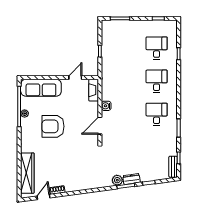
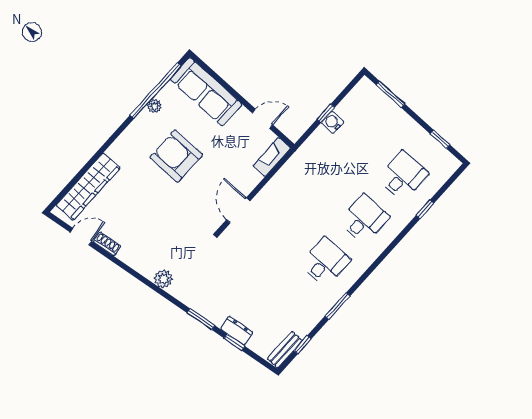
water cooler: (106, 106) -> (332, 122), moved
door: (100, 126) -> (238, 210), hinge flipped
dresser: (132, 179) -> (237, 331), moved
plant: (117, 180) -> (163, 279), moved

